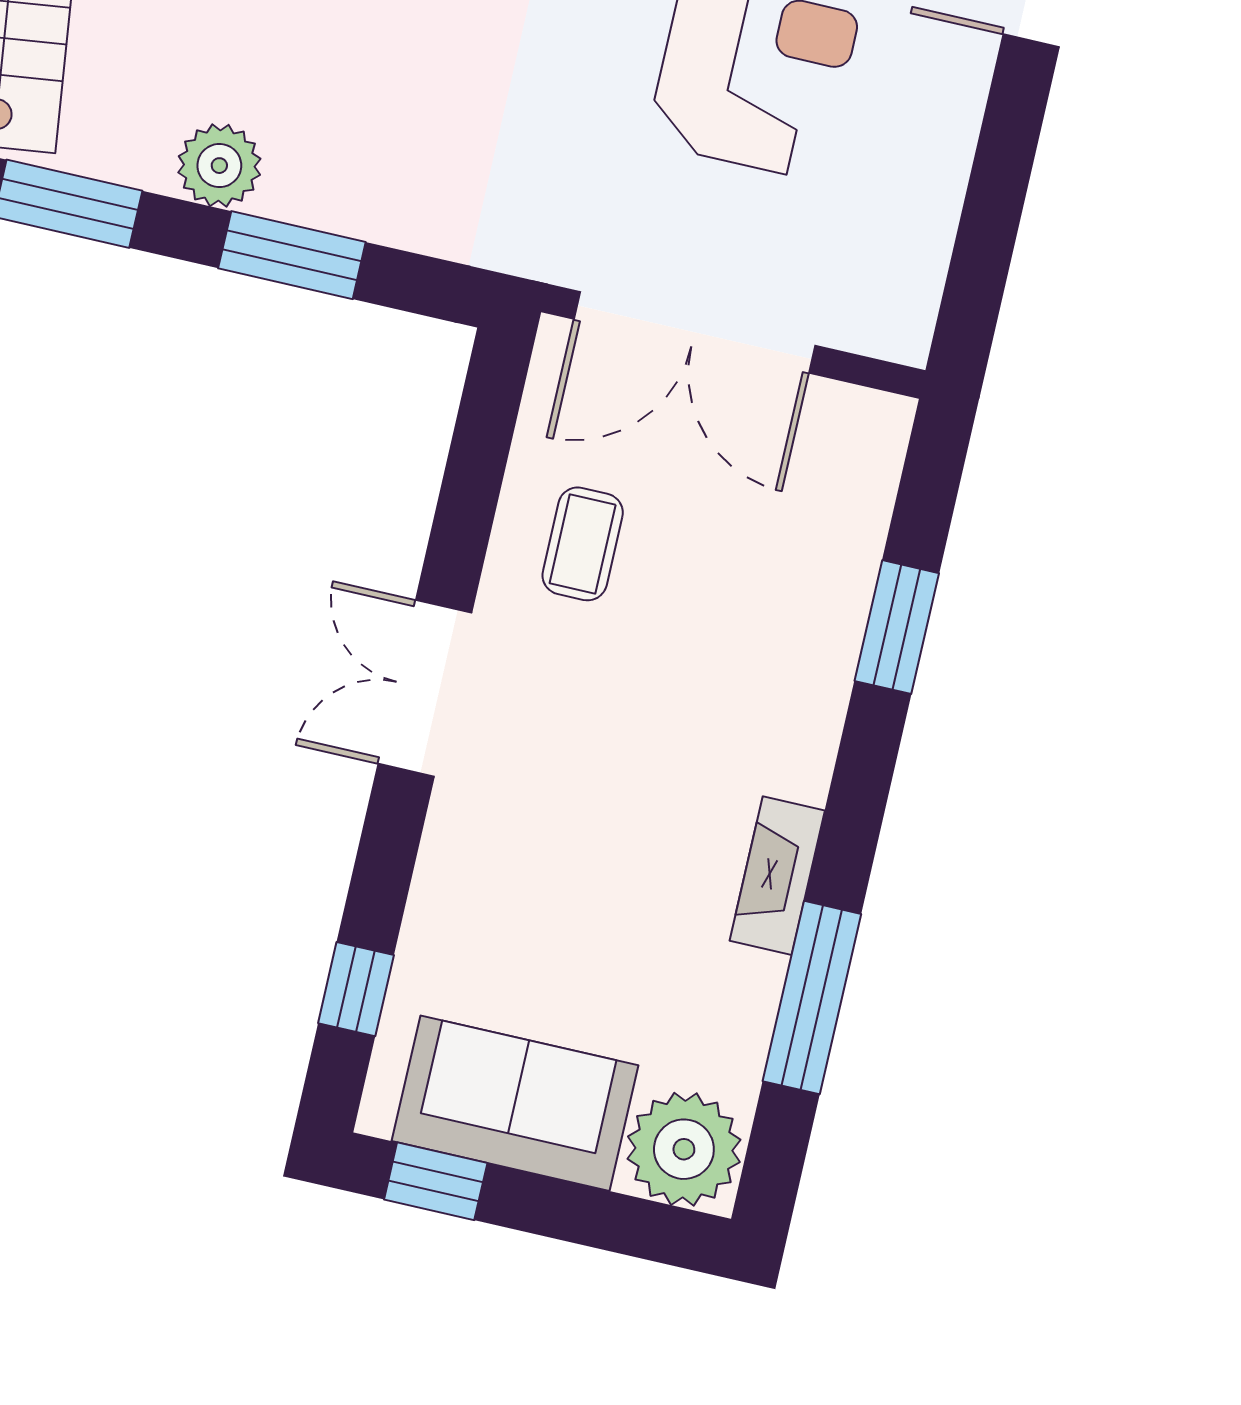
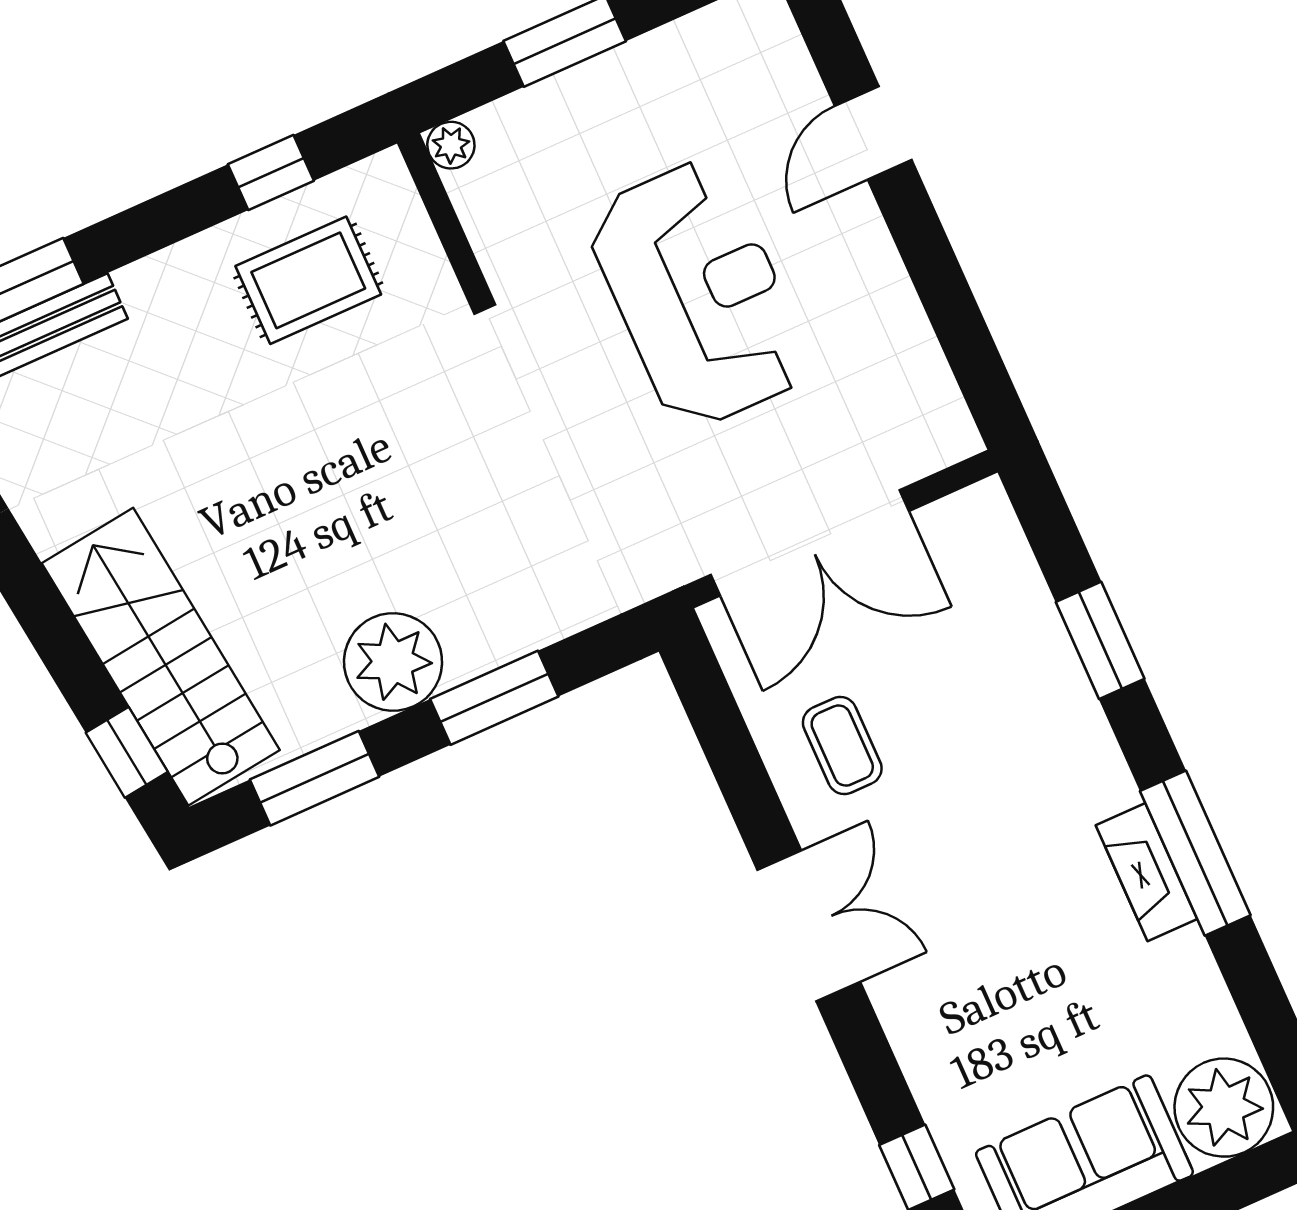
plant: (219, 166) -> (393, 662), width x1.36, depth x1.36
double door: (425, 688) -> (809, 926), swing flipped
window: (812, 998) -> (1195, 853), moved

